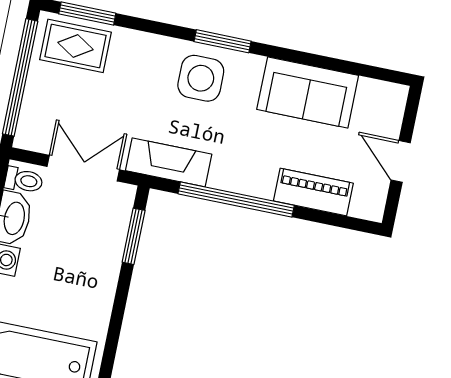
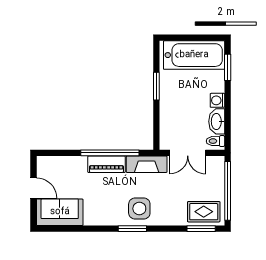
sofa: (308, 92) -> (60, 212), moved
piano: (313, 192) -> (106, 164), moved
window: (134, 236) -> (156, 86), moved

